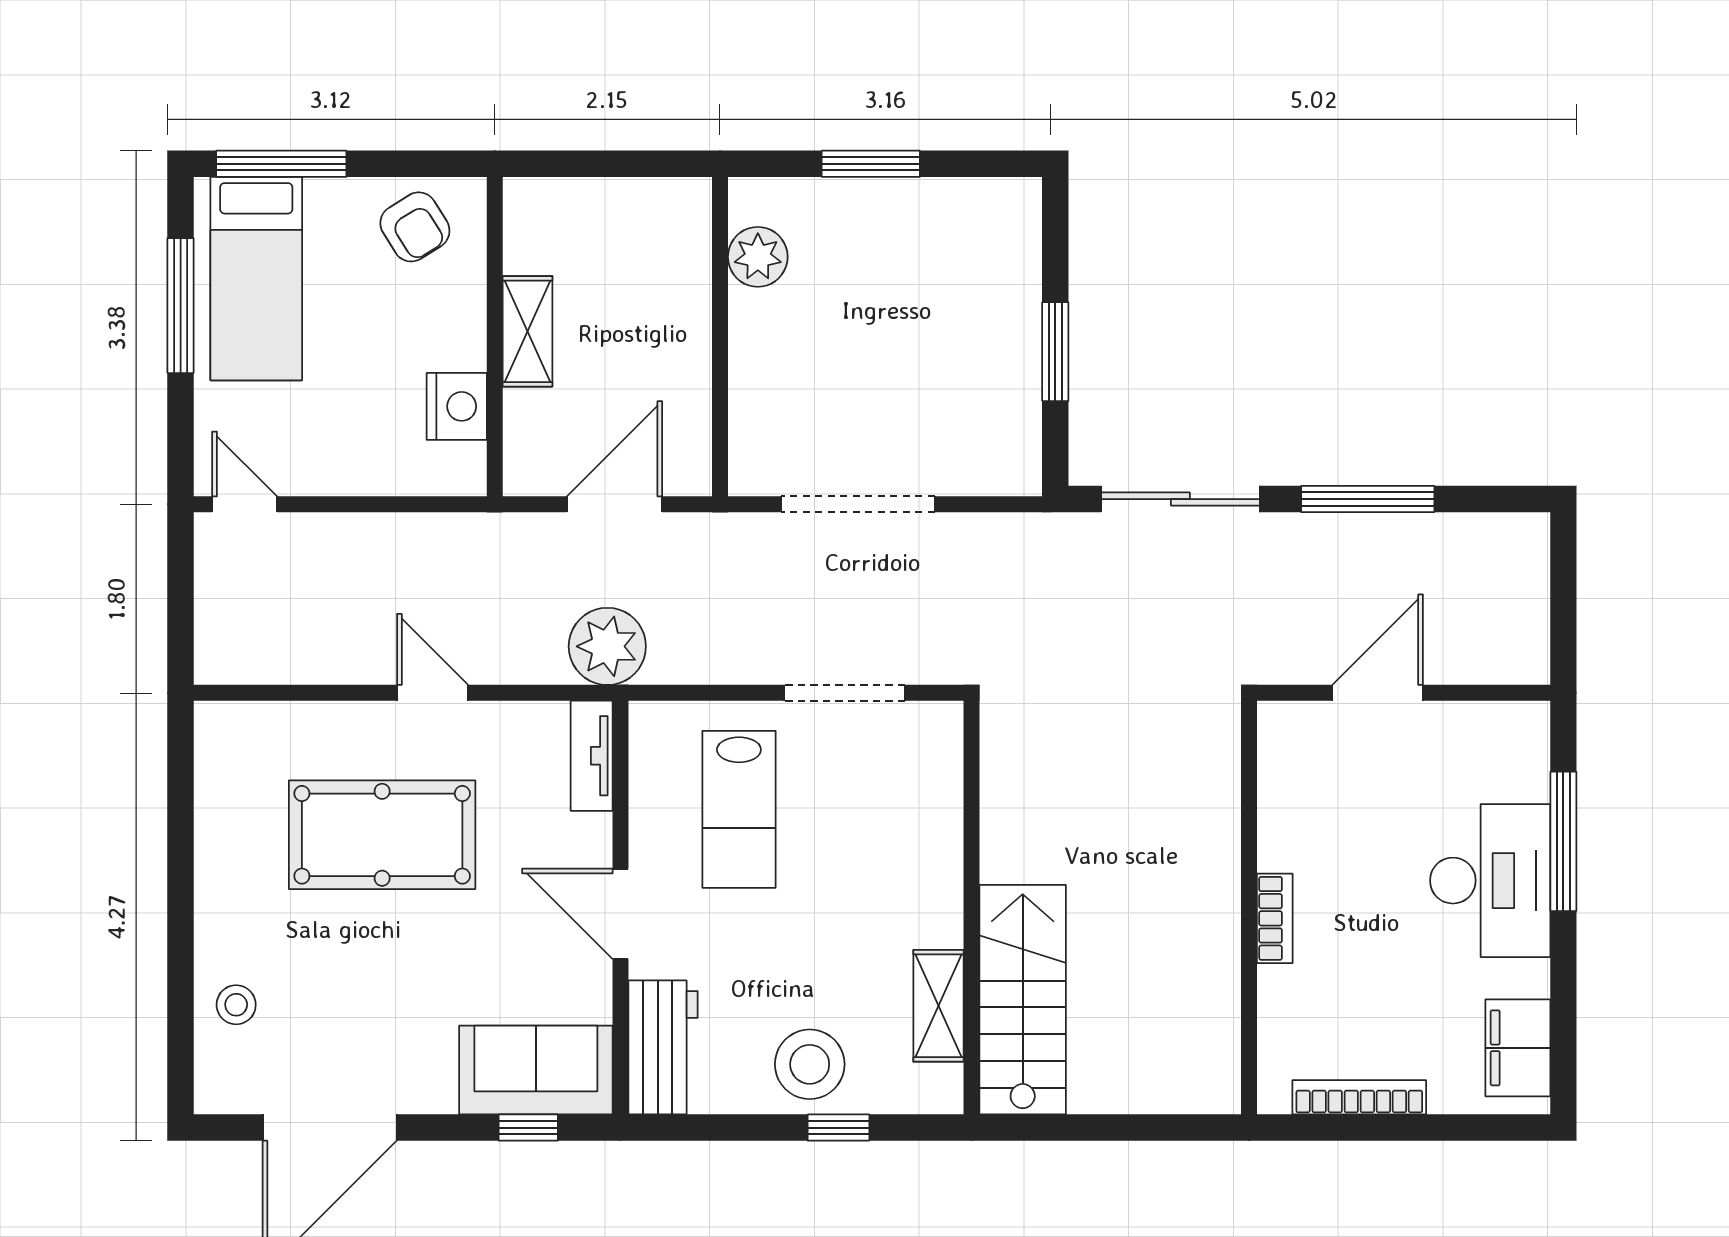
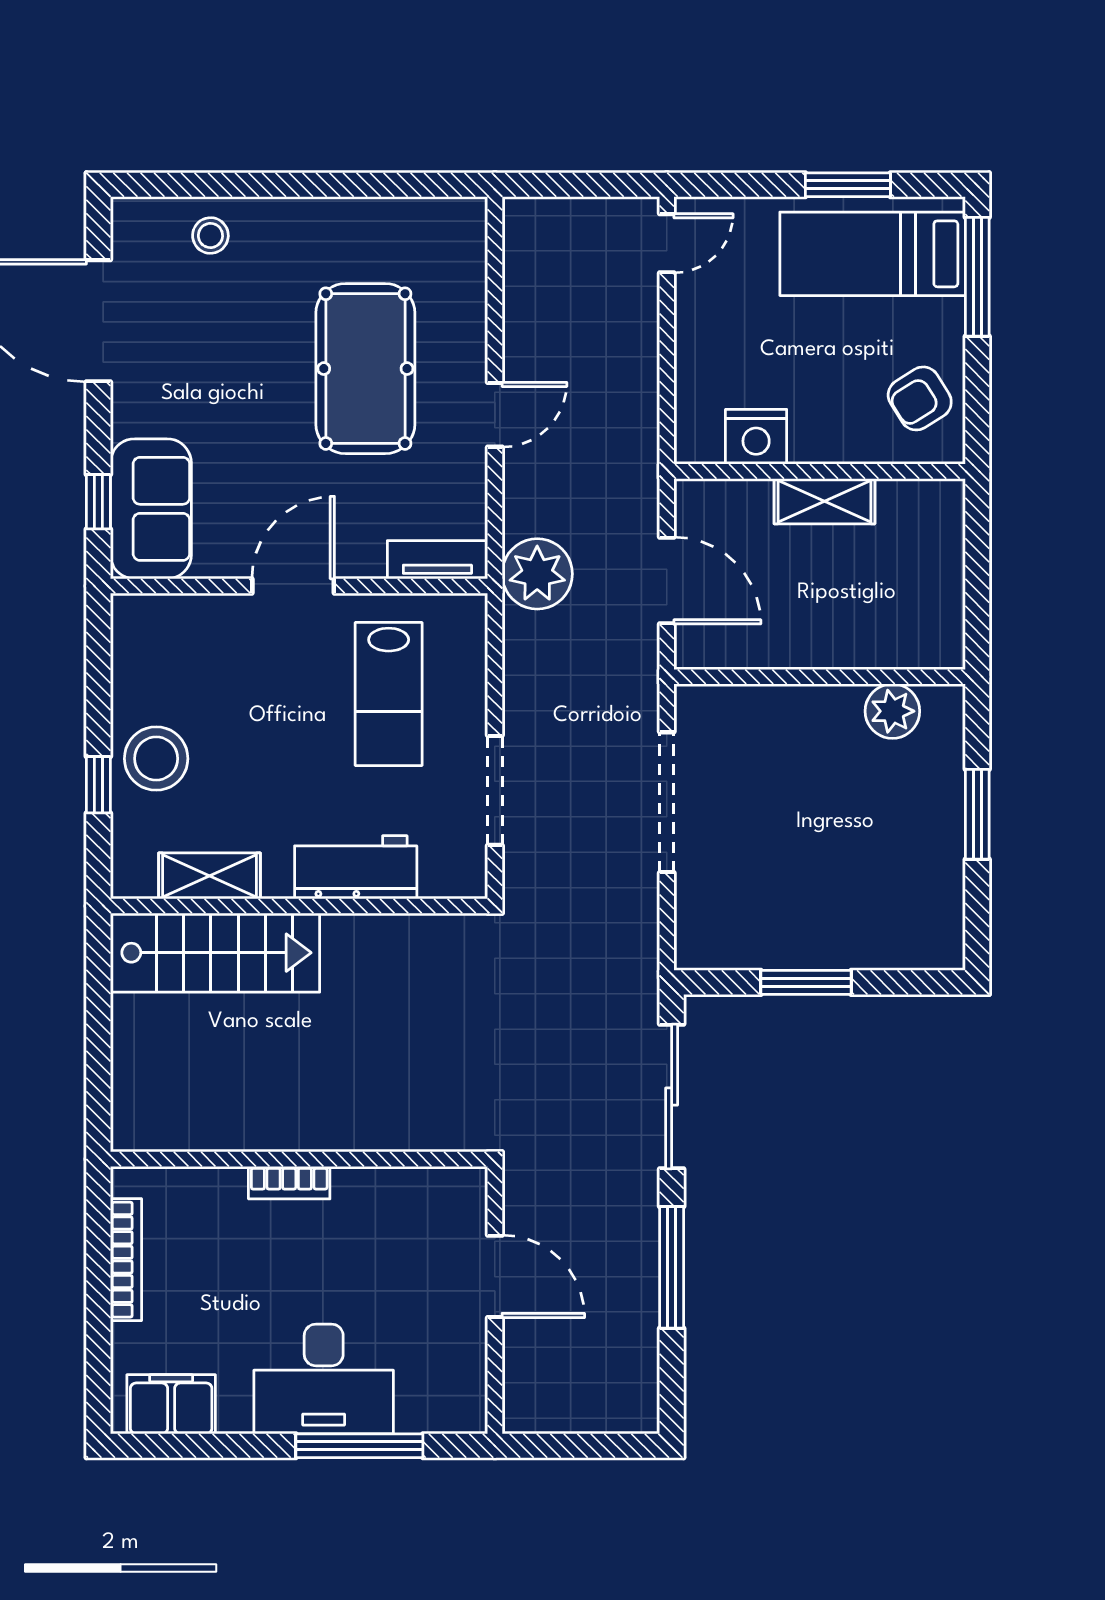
window: (181, 306) -> (848, 185), width x0.69
lab bench: (739, 809) -> (389, 694), turned -90
workbench: (663, 1047) -> (356, 867), moved, turned 180

